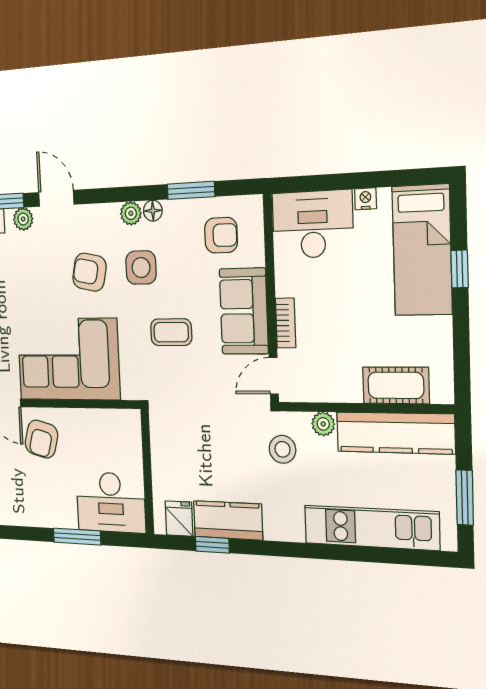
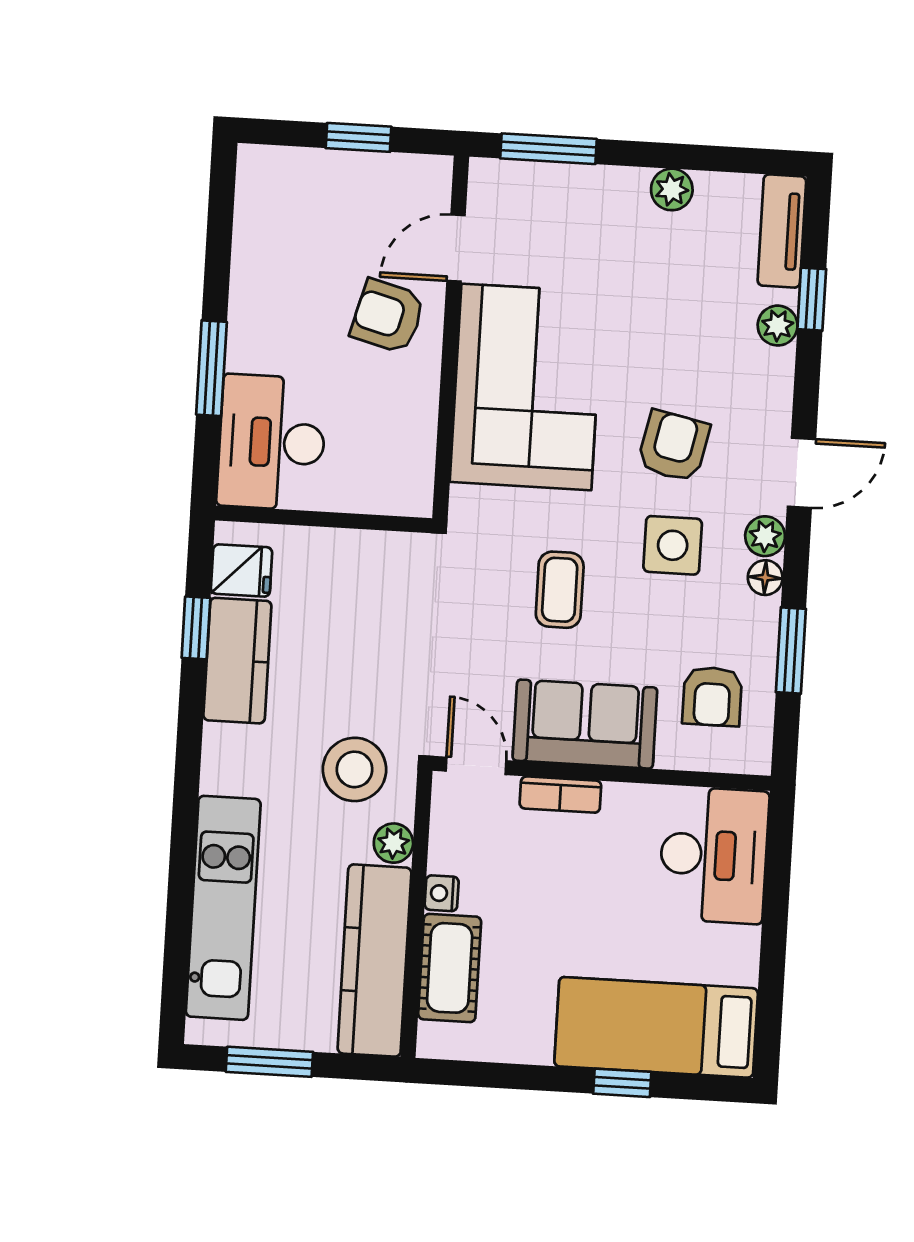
door: (56, 198) -> (801, 473), moved
nightstand: (365, 199) -> (442, 893), moved, turned 180
stool: (283, 449) -> (355, 769), width x1.38, depth x1.38

